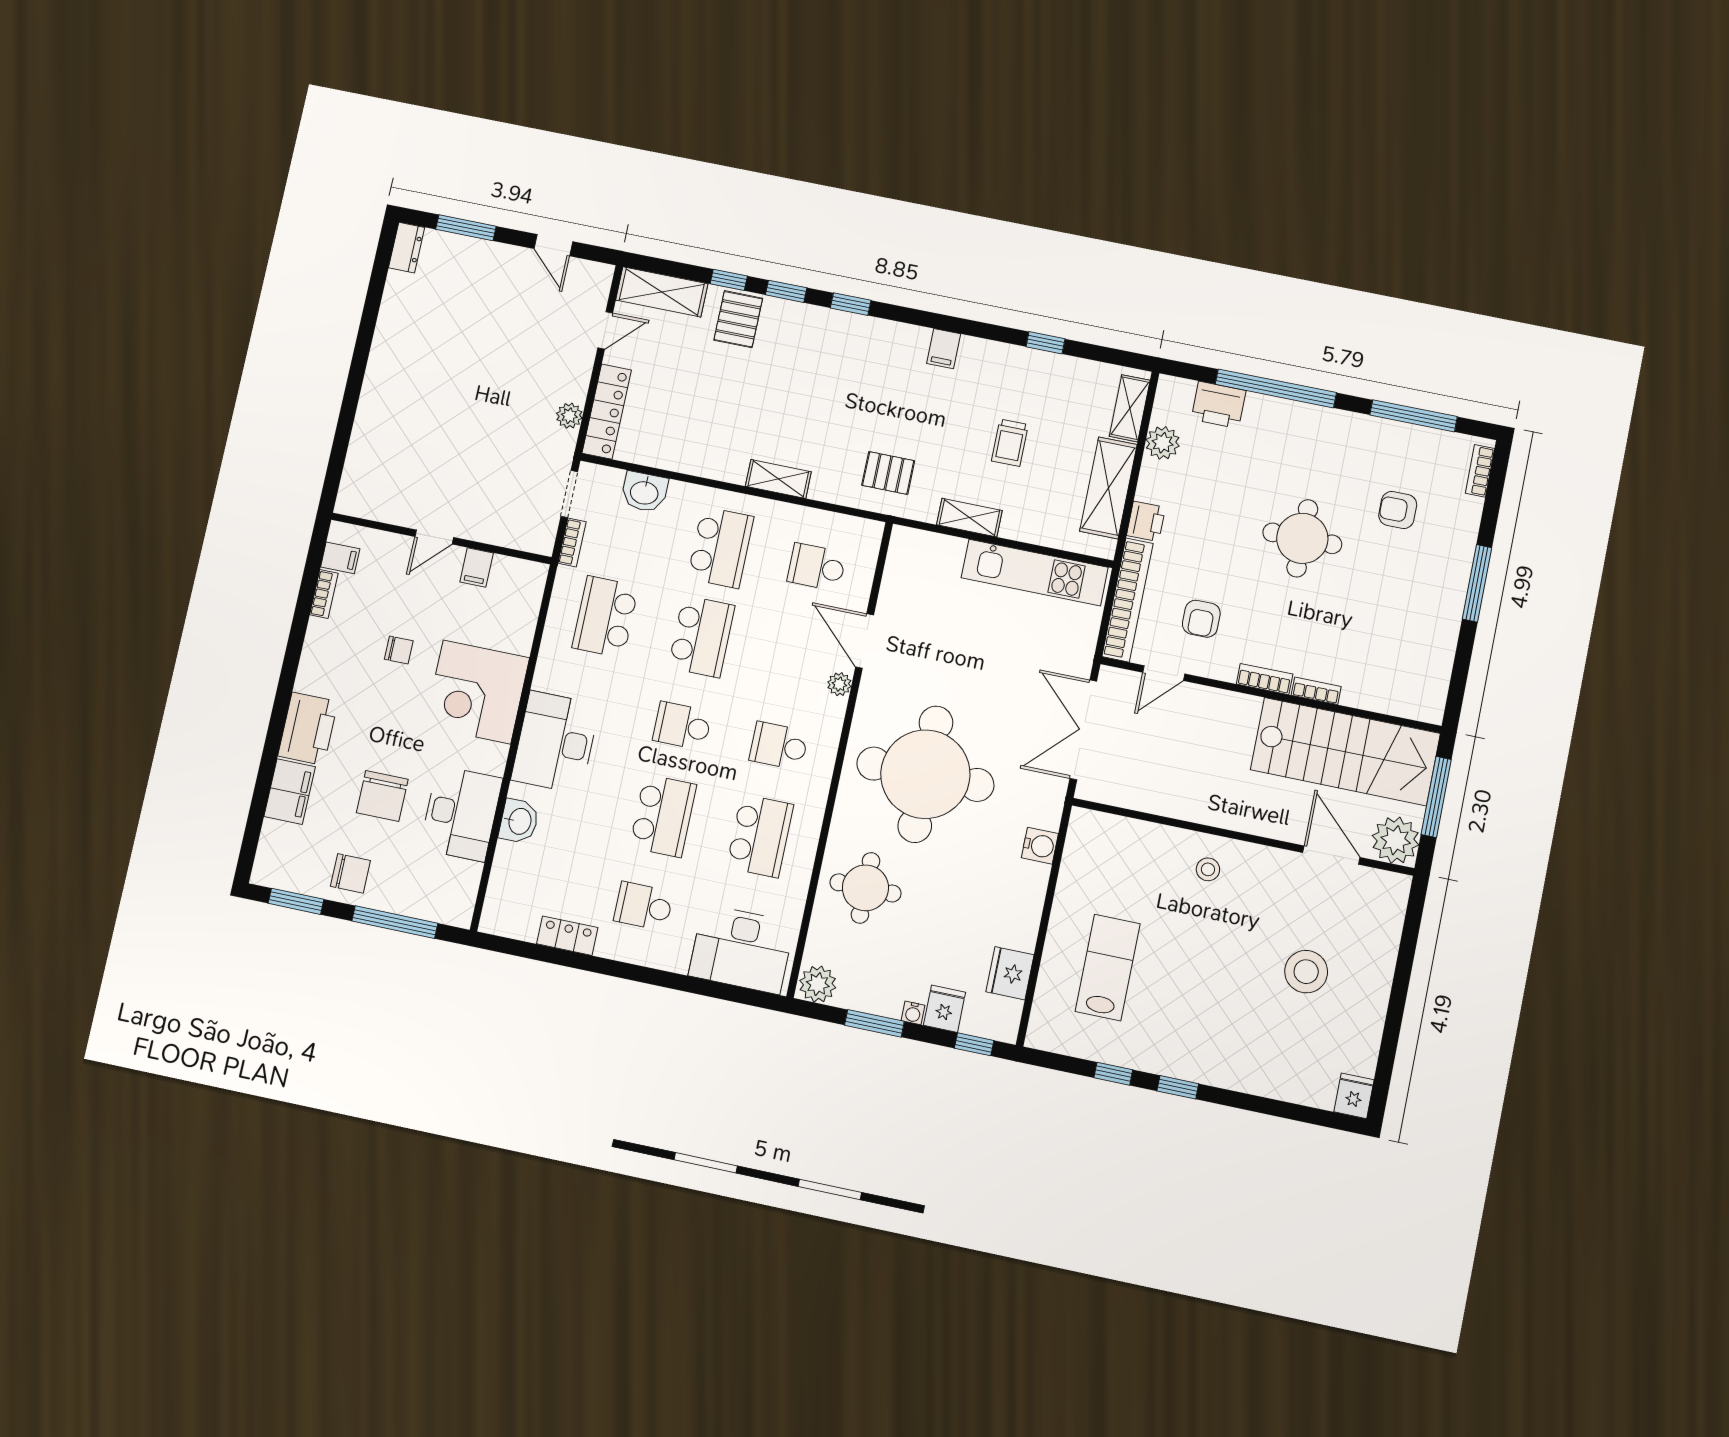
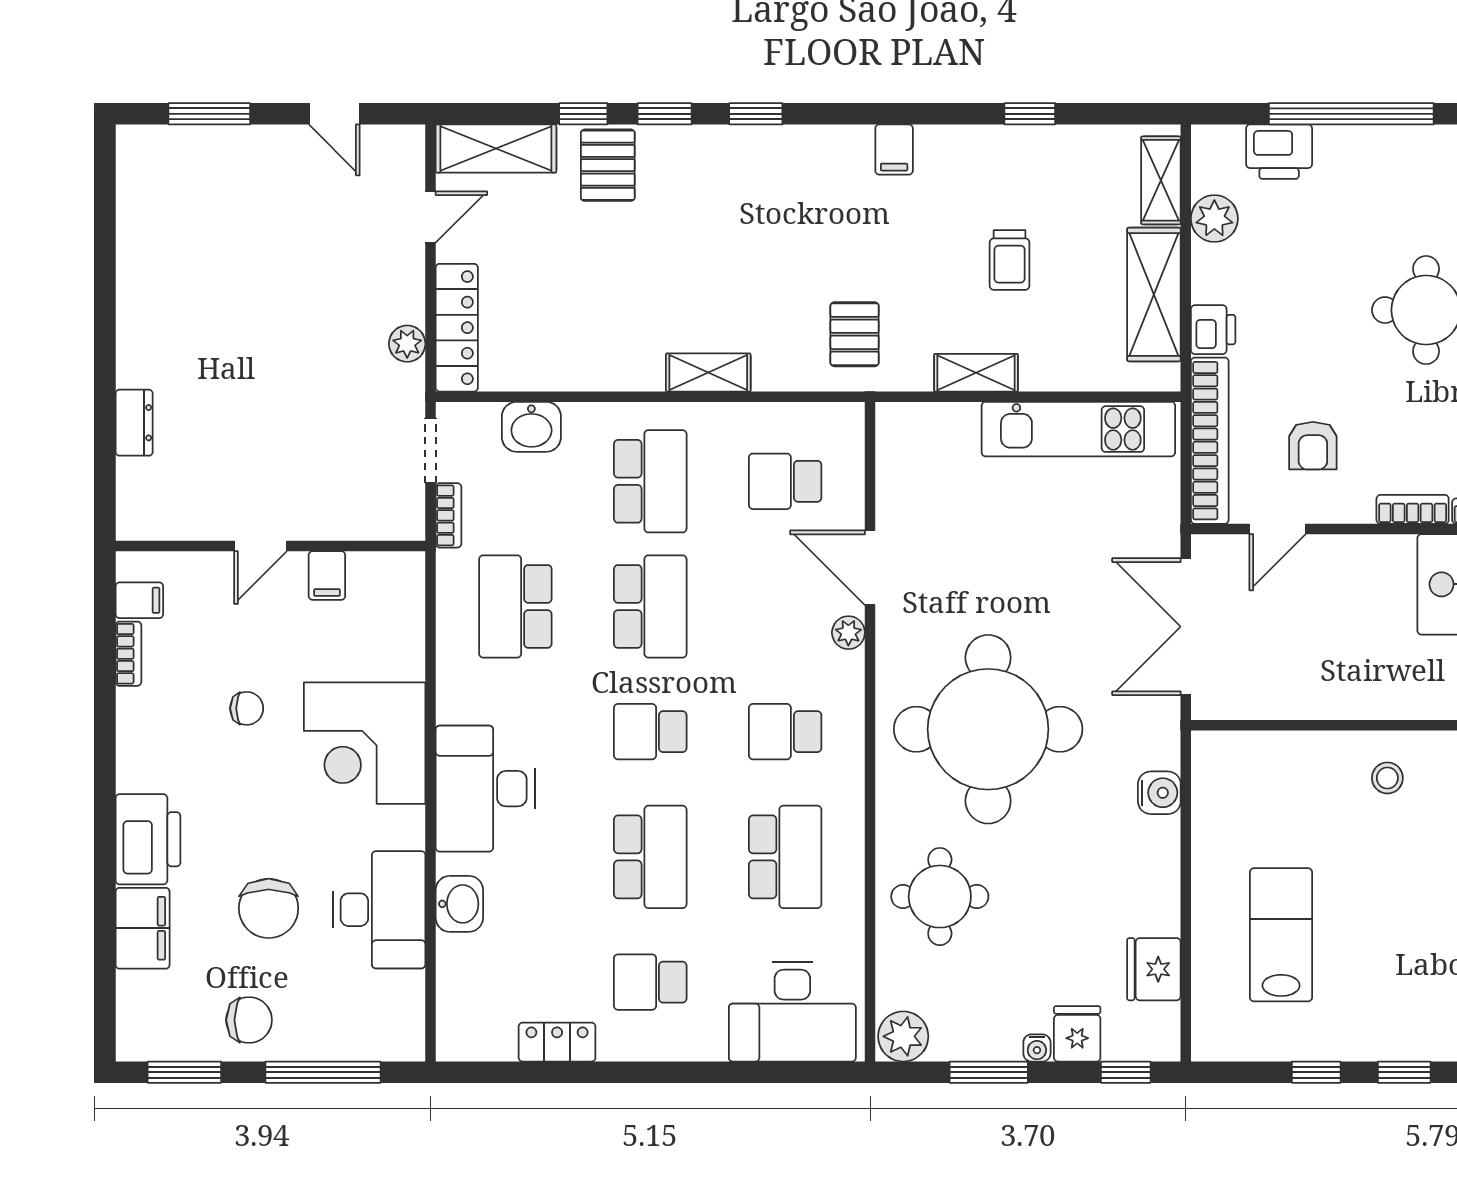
dresser: (407, 248) -> (134, 423), moved
pallet: (888, 473) -> (855, 334), turned 90

